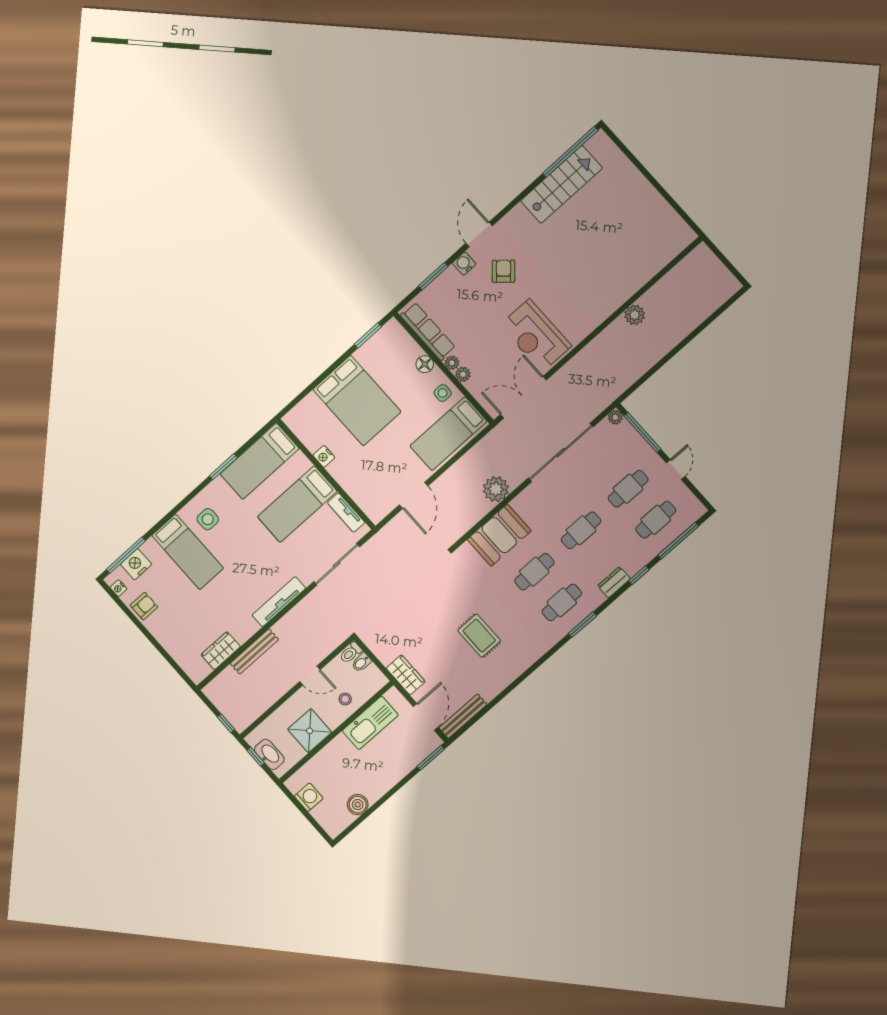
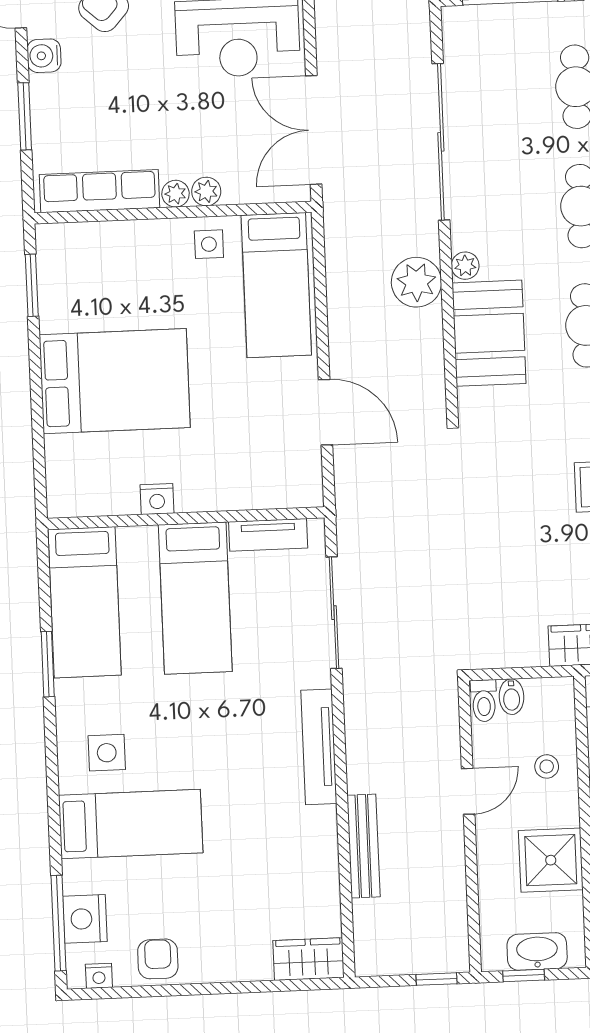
floor lamp: (425, 364) -> (144, 236), removed
plant: (615, 417) -> (465, 266), moved
wardrobe: (221, 651) -> (308, 959), moved, turned 90

